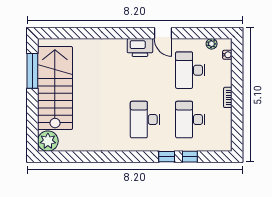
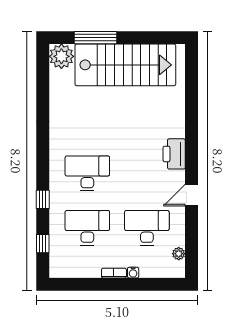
printer: (140, 48) -> (174, 154), moved
water cooler: (227, 55) -> (133, 273), moved
window: (32, 71) -> (95, 38), moved
window: (190, 157) -> (43, 244), moved

